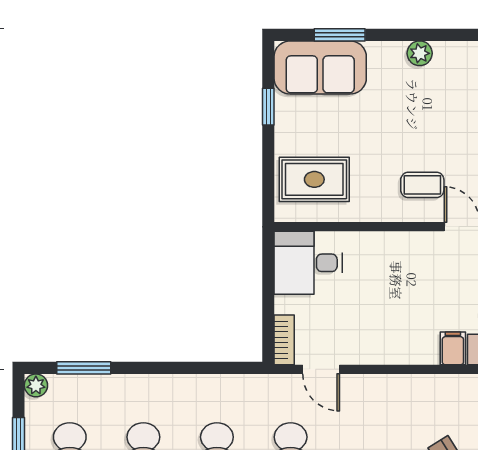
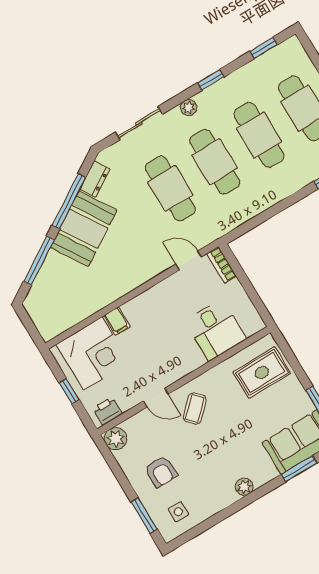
coffee table: (422, 185) -> (195, 408), turned -44
desk: (308, 263) -> (216, 330), moved, turned 90

